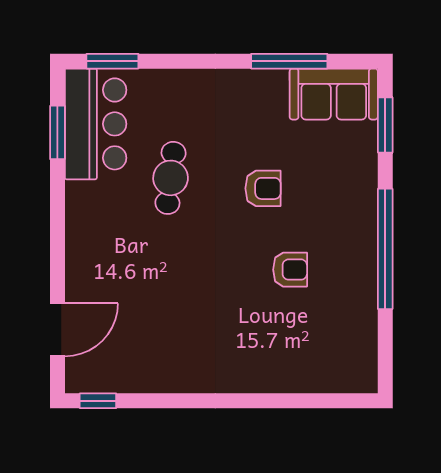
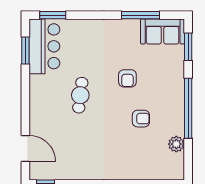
cafe table: (171, 178) -> (80, 95), moved
armchair: (263, 188) -> (127, 78), turned 90
plant: (361, 321) -> (176, 144), added
door: (57, 330) -> (25, 149), hinge flipped

